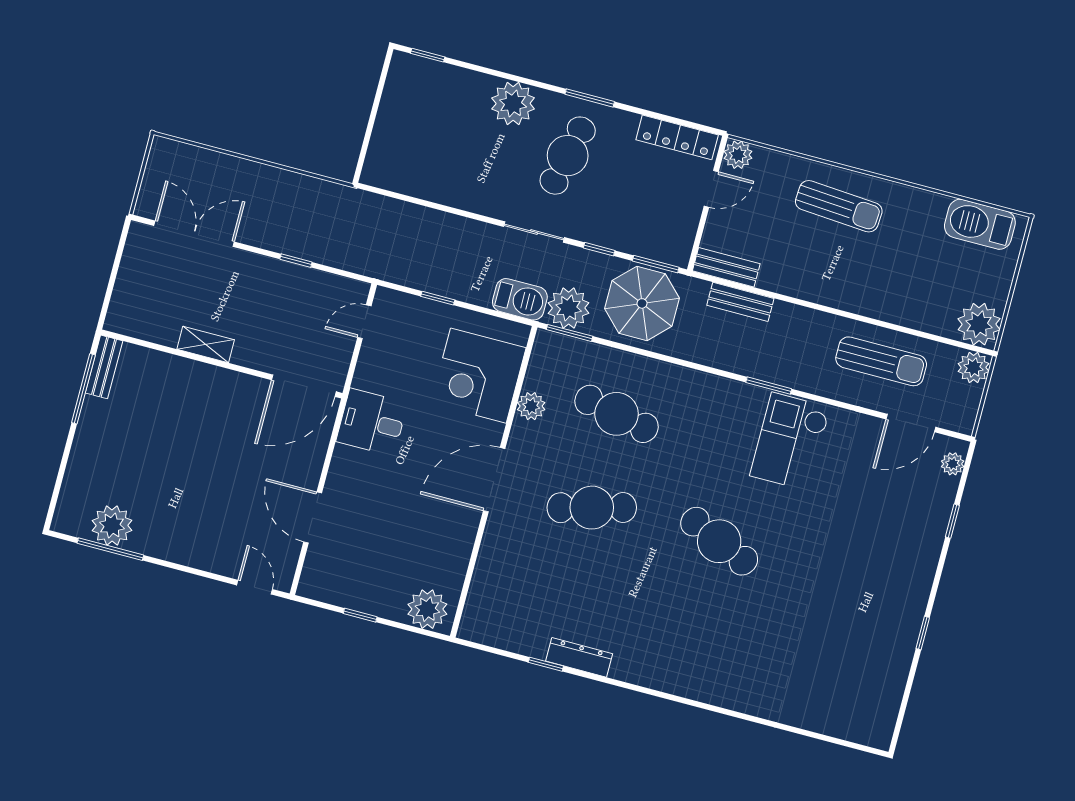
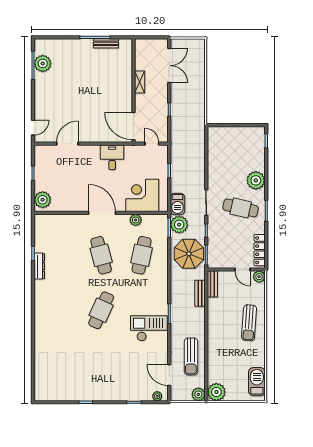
shelving: (206, 345) -> (140, 82), moved
wall: (222, 364) -> (133, 91), moved
door: (304, 386) -> (133, 126), moved

